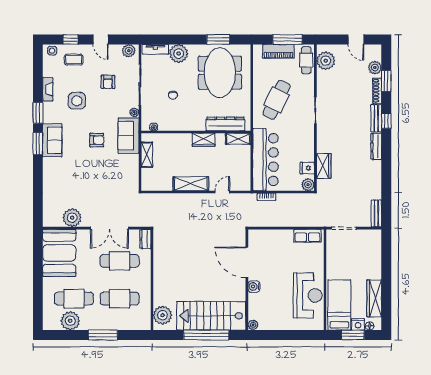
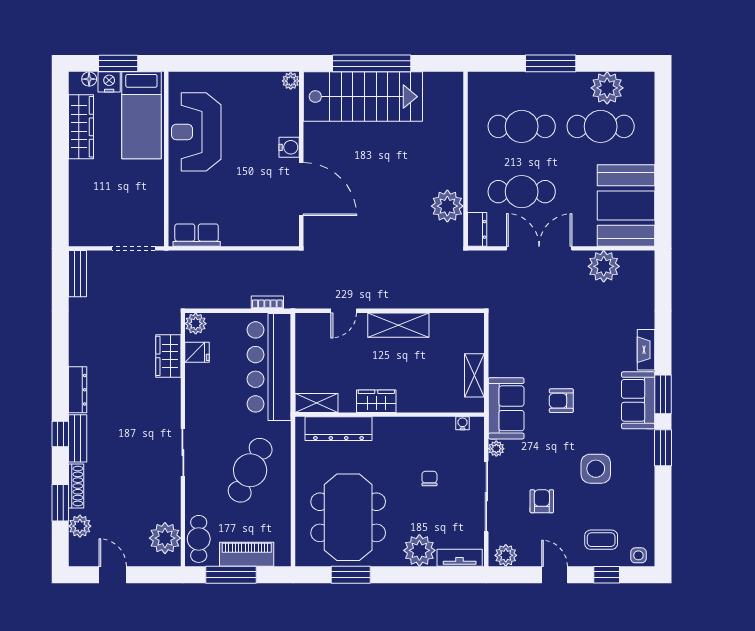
fireplace: (48, 89) -> (646, 350), moved
plant: (163, 315) -> (447, 206), moved

